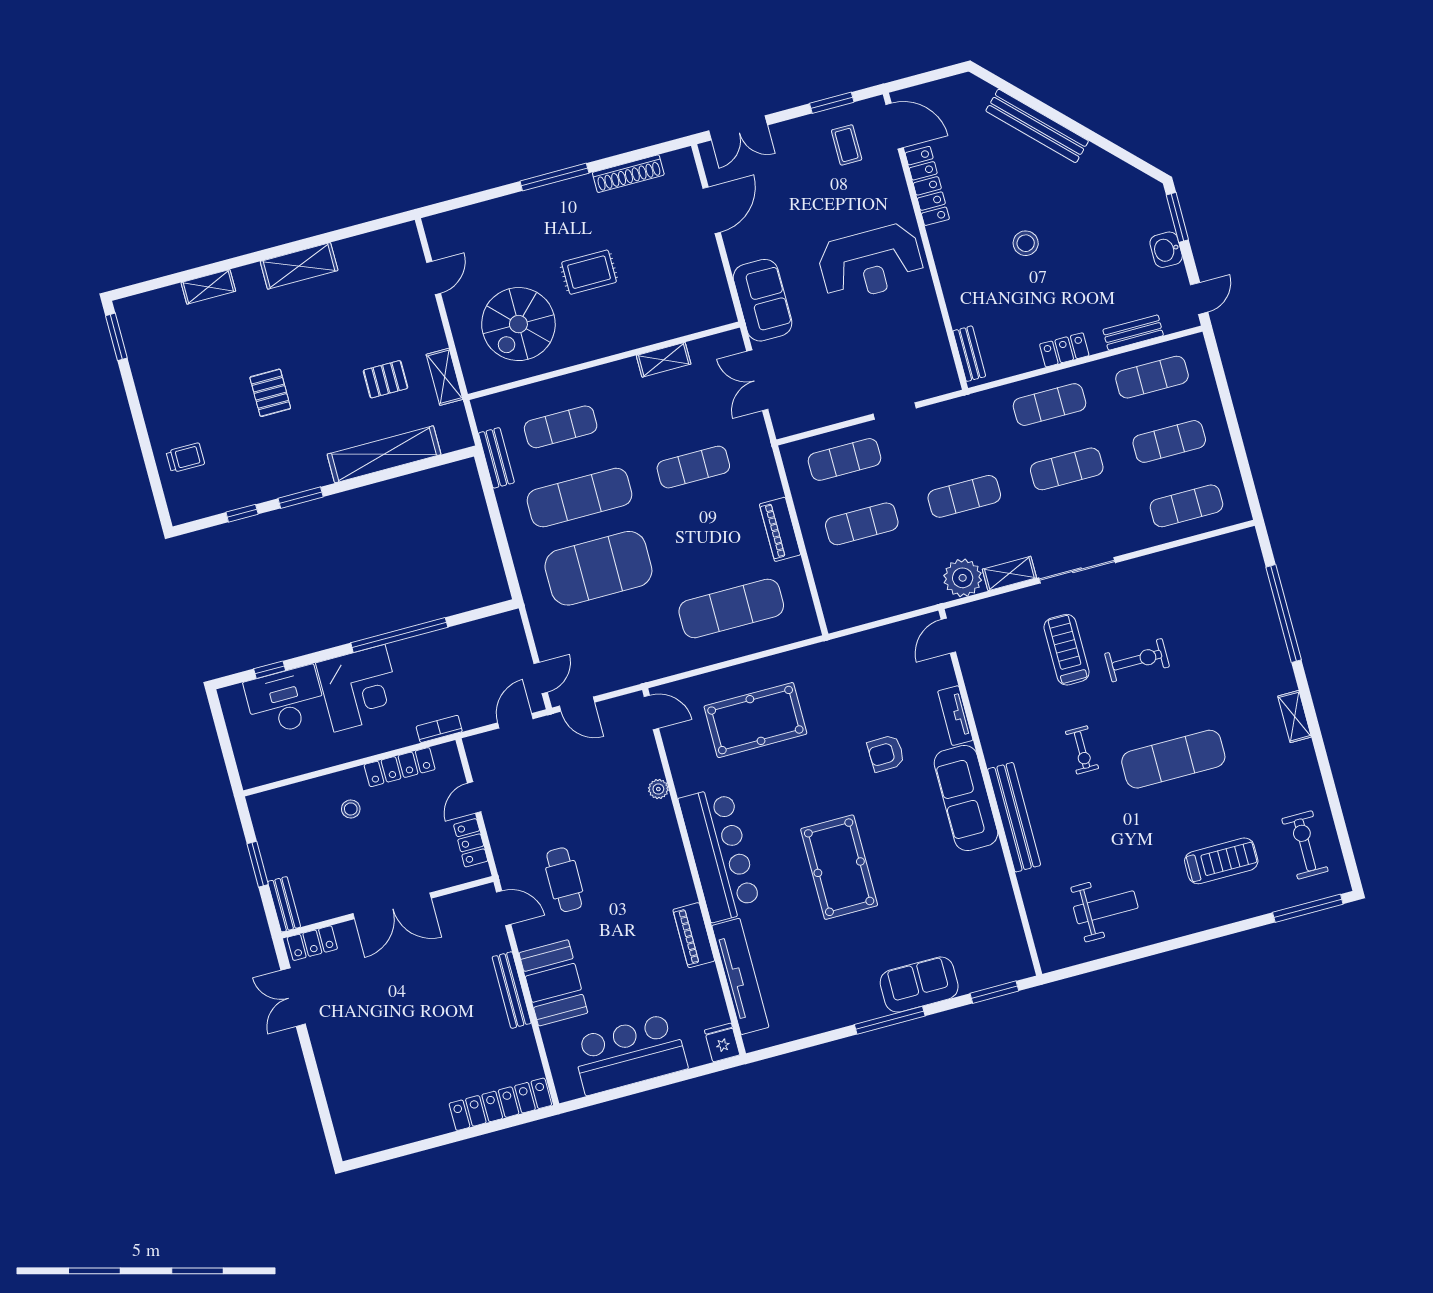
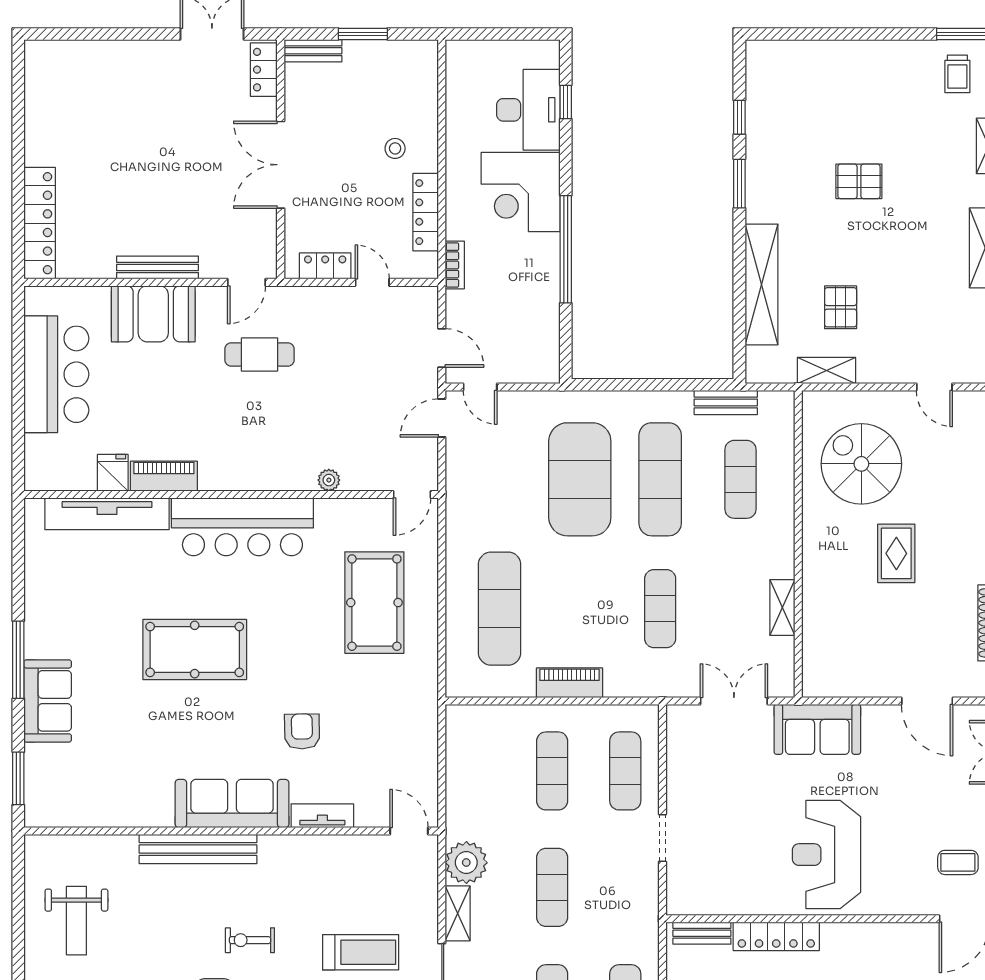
locker: (927, 186) -> (776, 936), moved
trolley: (185, 458) -> (957, 74), moved
fridge: (722, 1042) -> (113, 473), moved, turned -90

